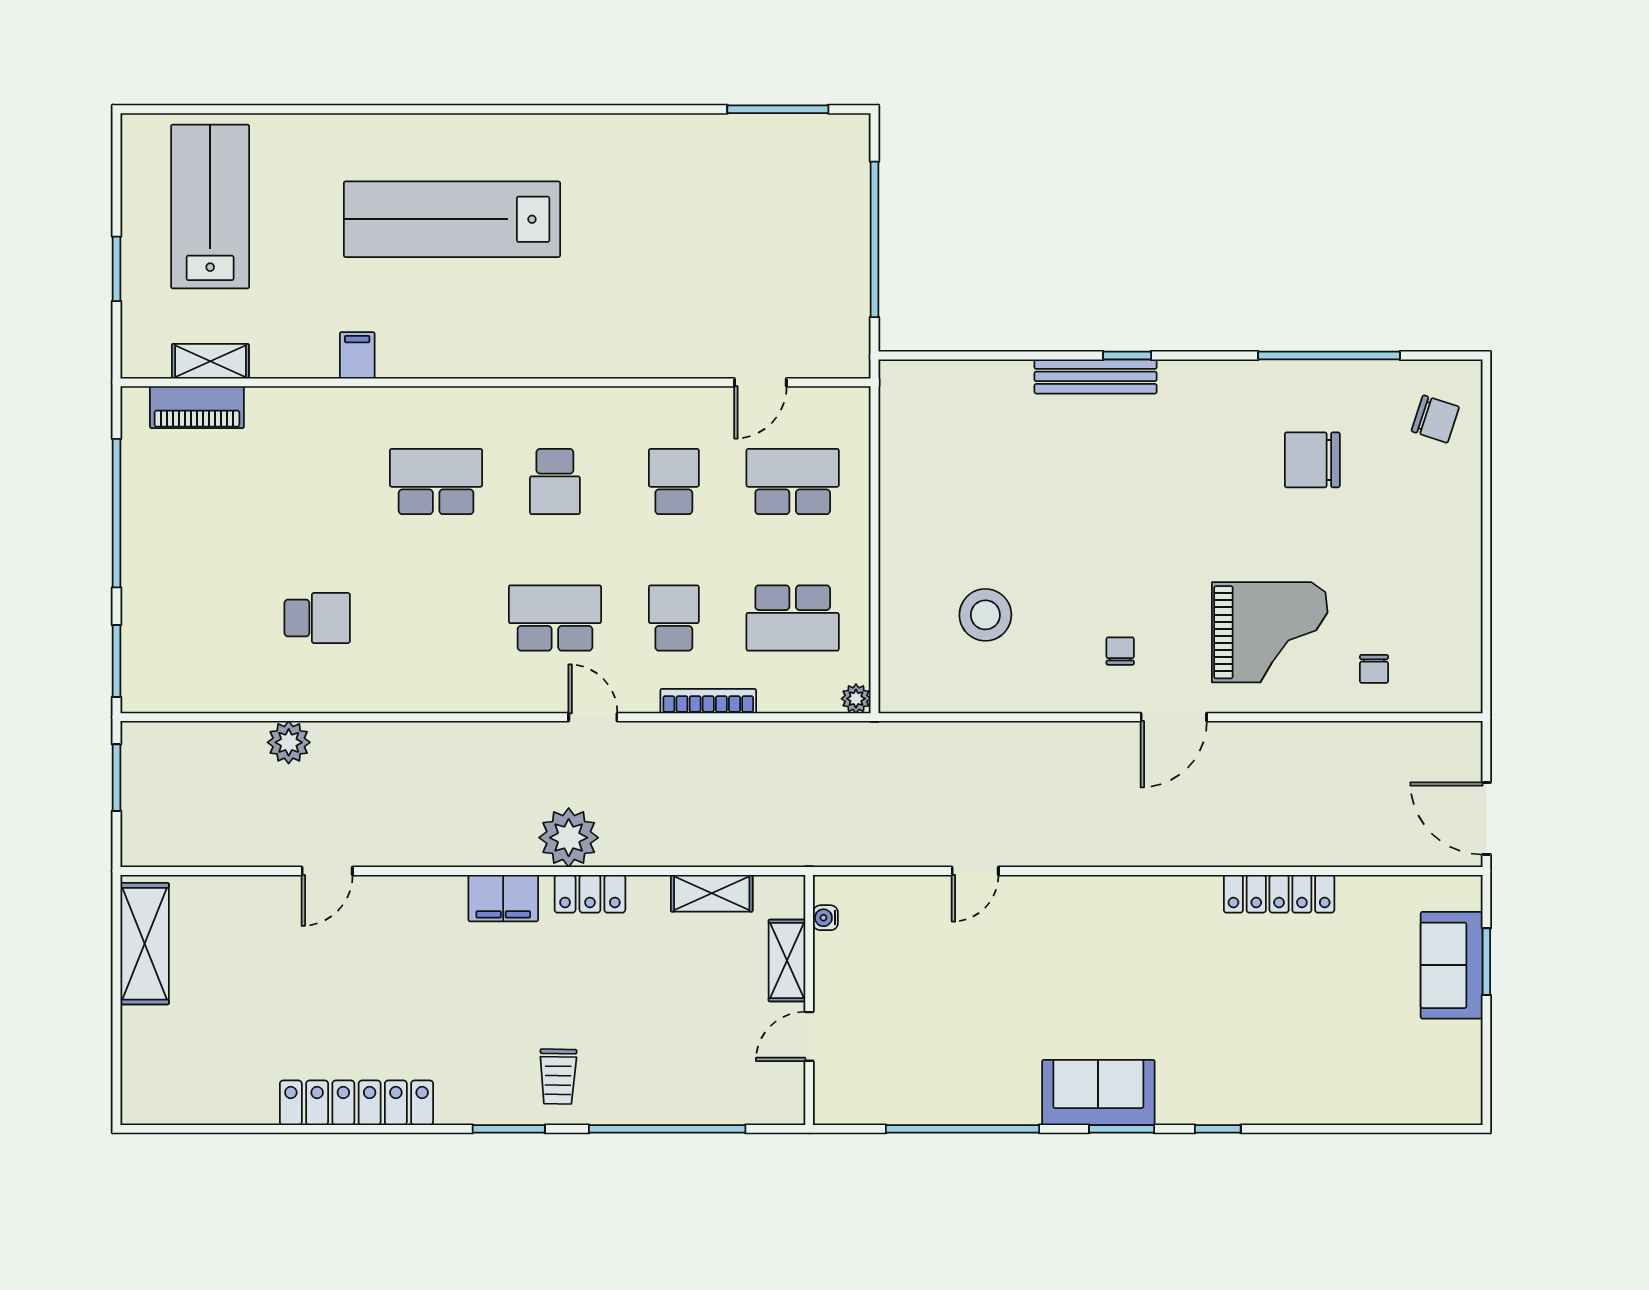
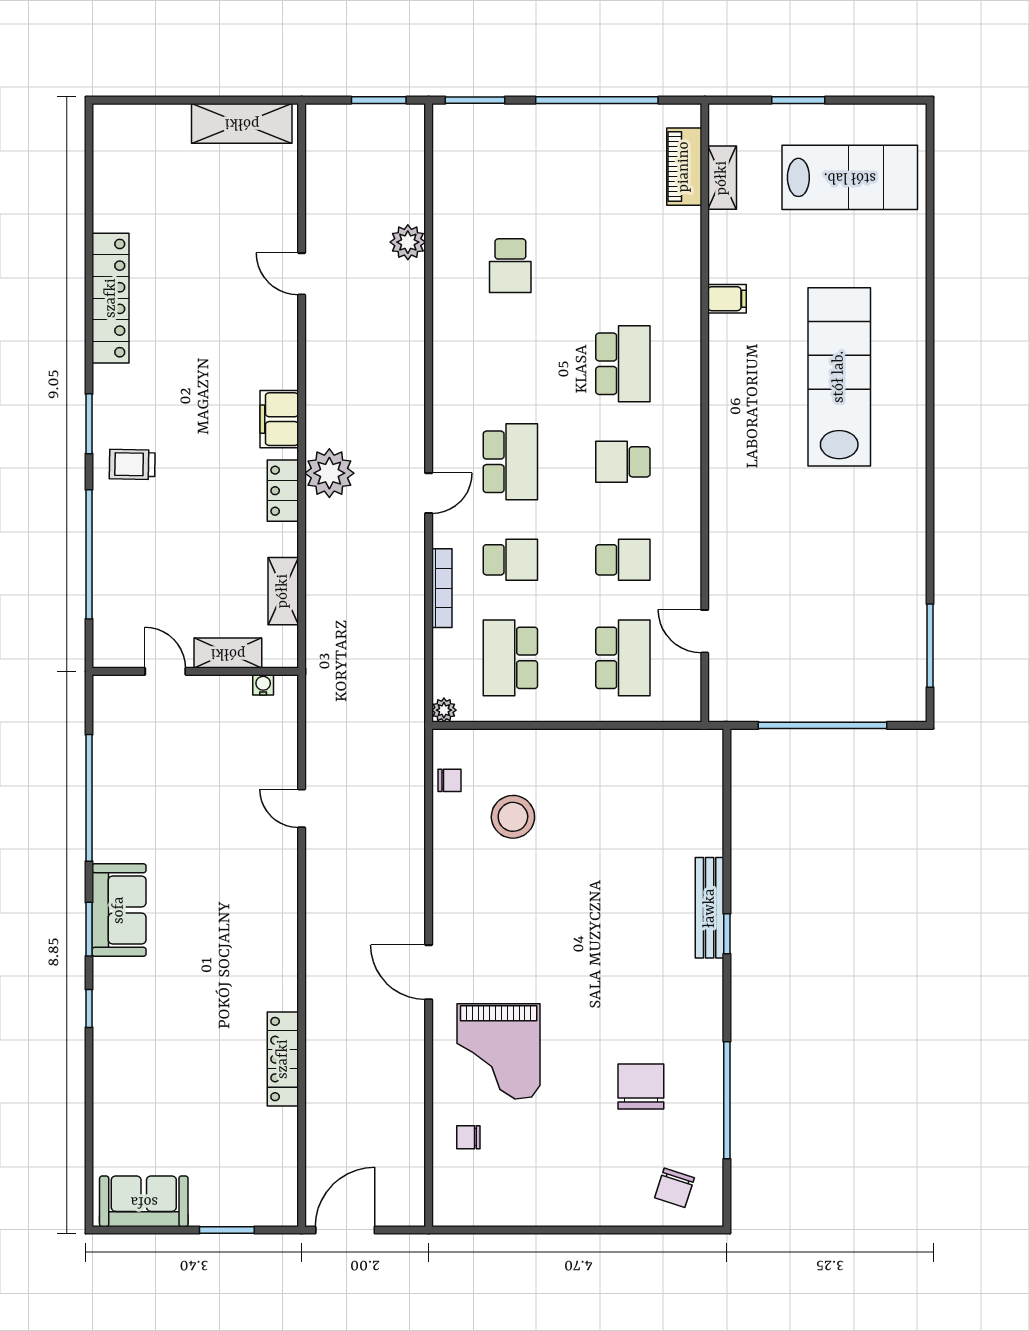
chair: (1120, 651) -> (449, 780), moved
sofa: (1452, 965) -> (144, 1201), moved

